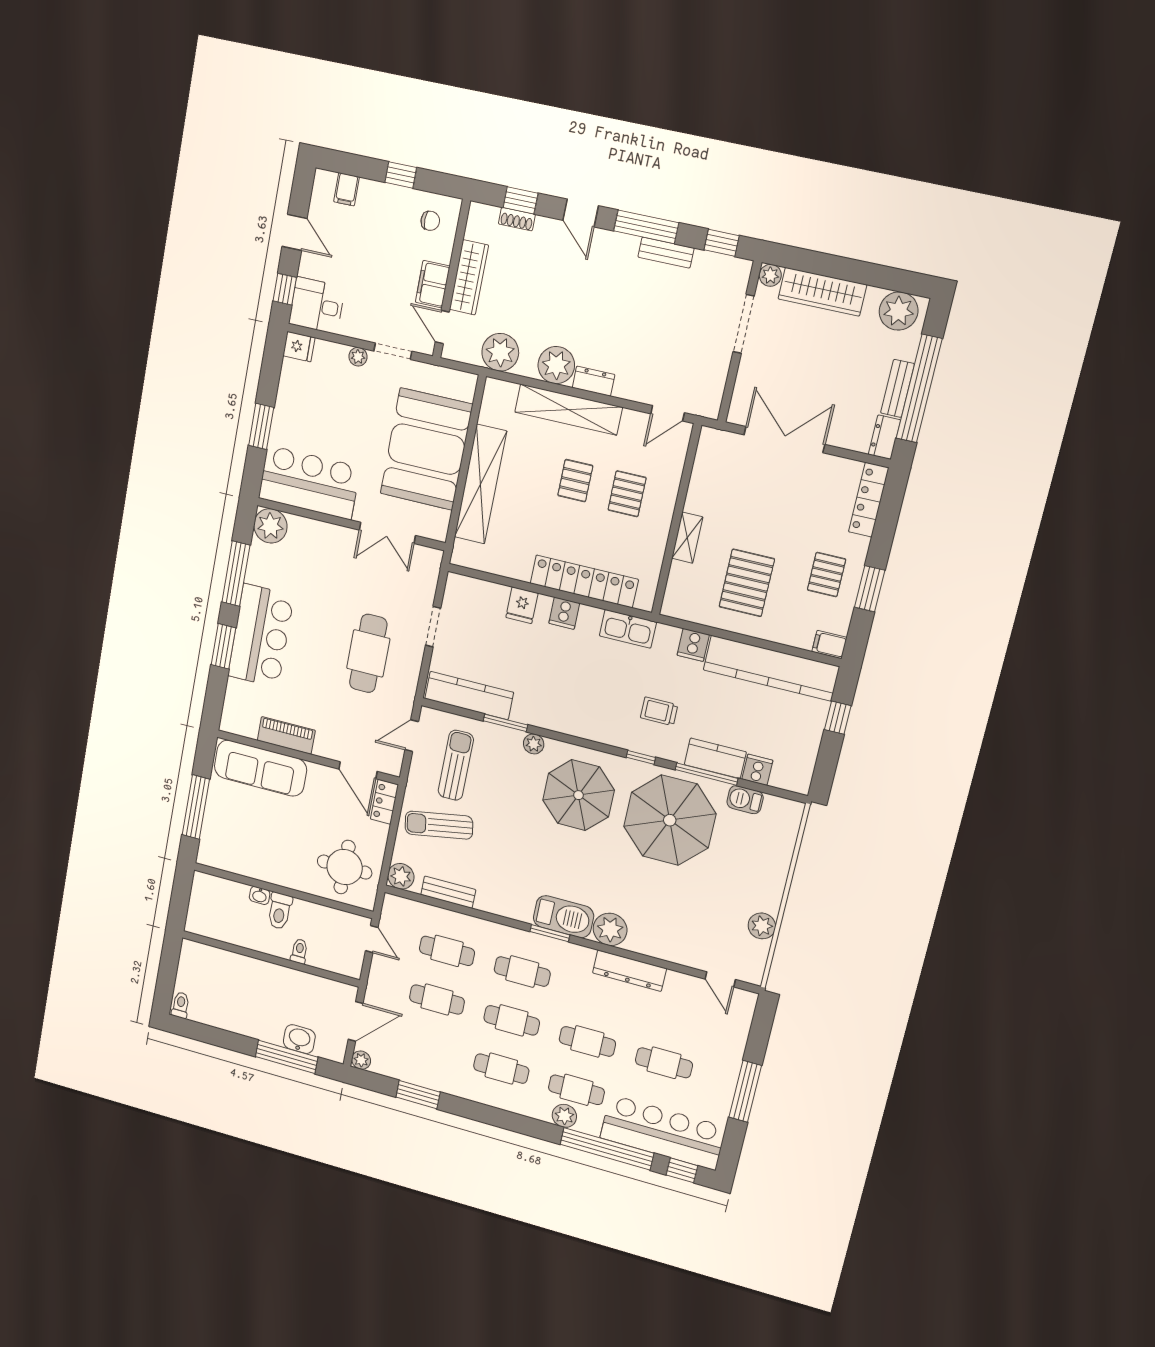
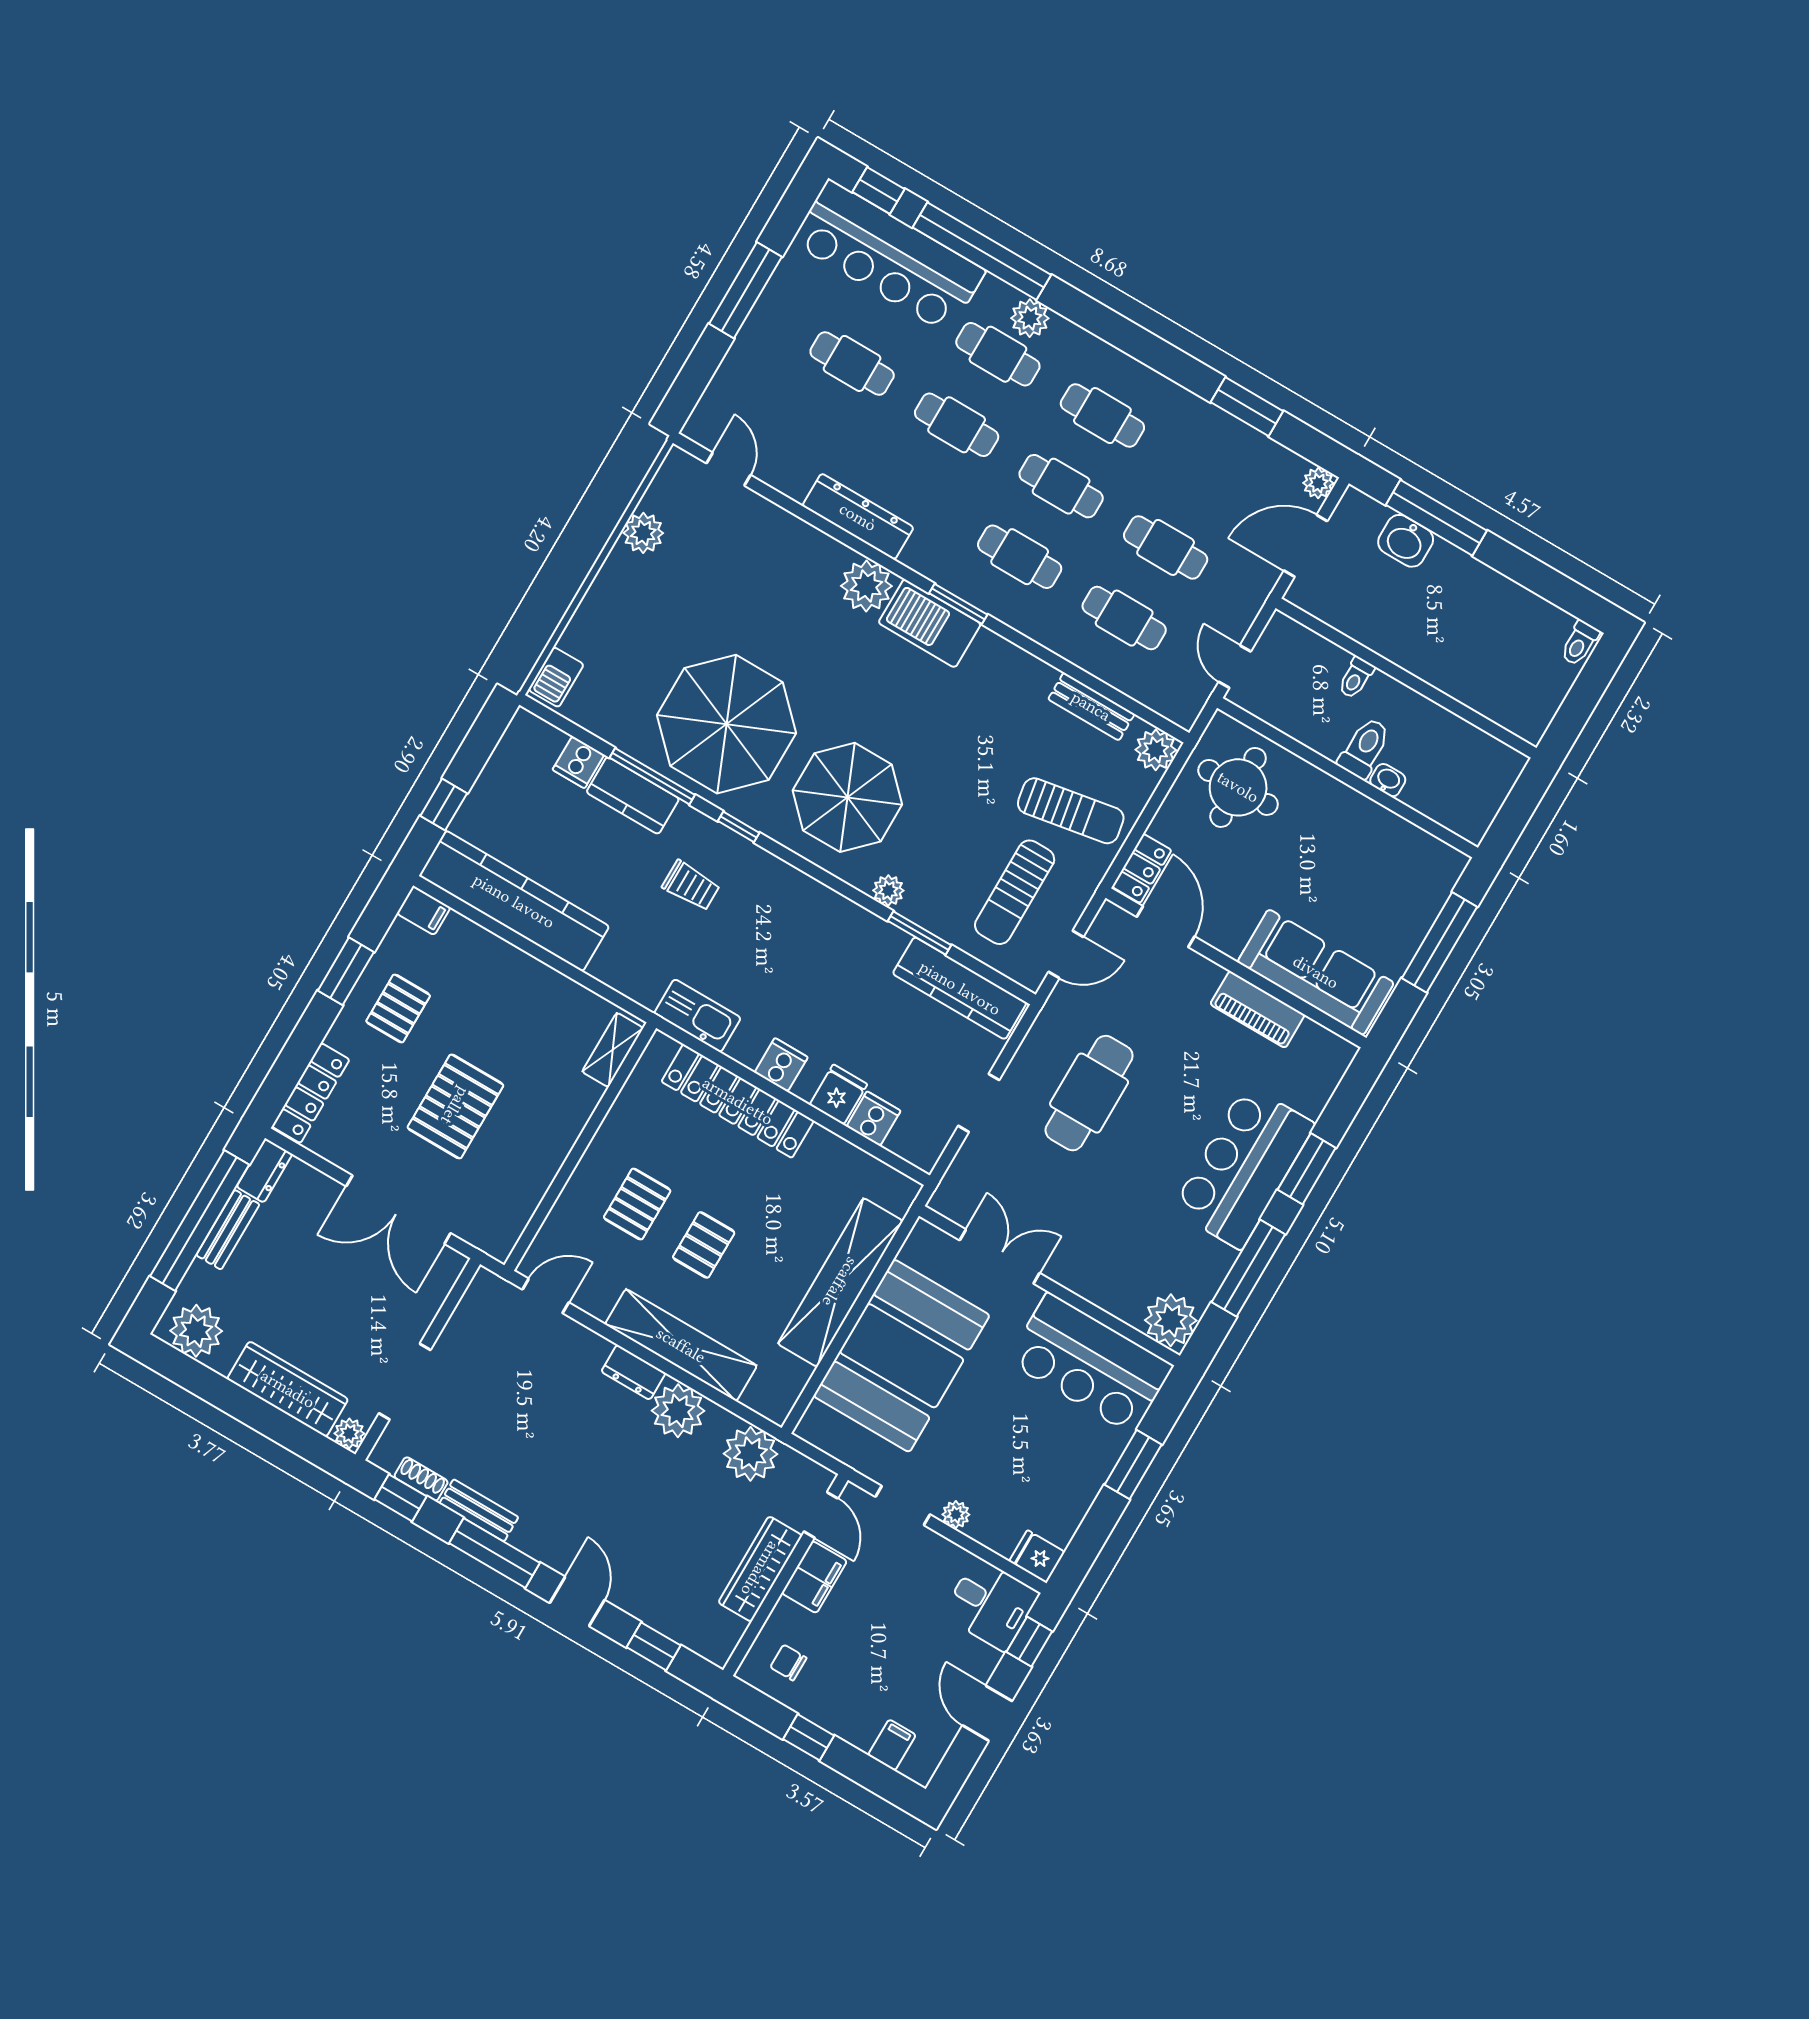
shoe rack: (517, 219) -> (421, 1479), moved
shelving: (687, 538) -> (613, 1050), moved
pallet: (747, 583) -> (455, 1106), moved
cooker: (693, 645) -> (873, 1119), moved
barbecue: (745, 800) -> (556, 677), moved, turned 90

